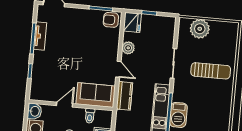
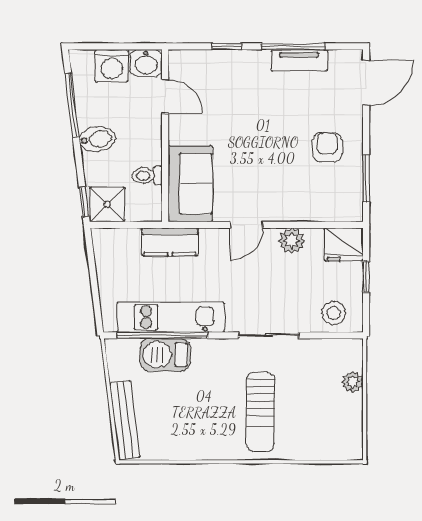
armchair: (111, 20) -> (327, 147), moved
plant: (200, 29) -> (353, 382), width x0.53, depth x0.53
stool: (166, 30) -> (334, 313), added
kitchen counter: (124, 96) -> (170, 242), moved
door: (65, 105) -> (165, 96), moved

